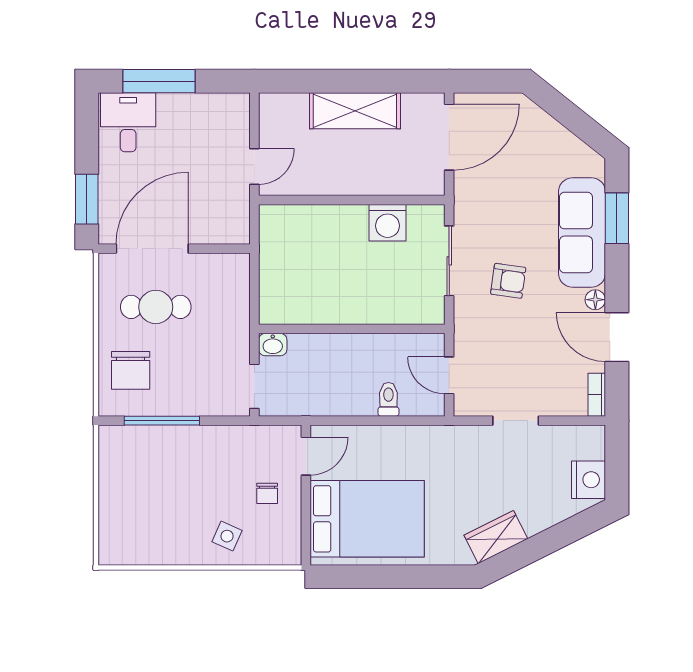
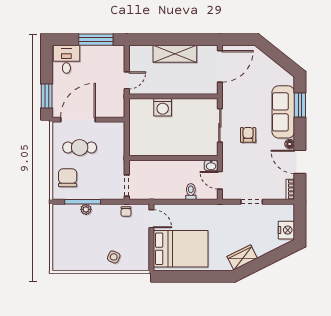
window: (159, 81) -> (96, 40), moved
washing machine: (388, 223) -> (163, 107), moved
armchair: (508, 281) -> (248, 135), turned -98
washbasin: (273, 345) -> (211, 165), moved
chair: (131, 370) -> (68, 178), turned 180
plant: (169, 437) -> (86, 209), added
door: (306, 456) -> (151, 219), hinge flipped
chair: (267, 493) -> (126, 212), moved

